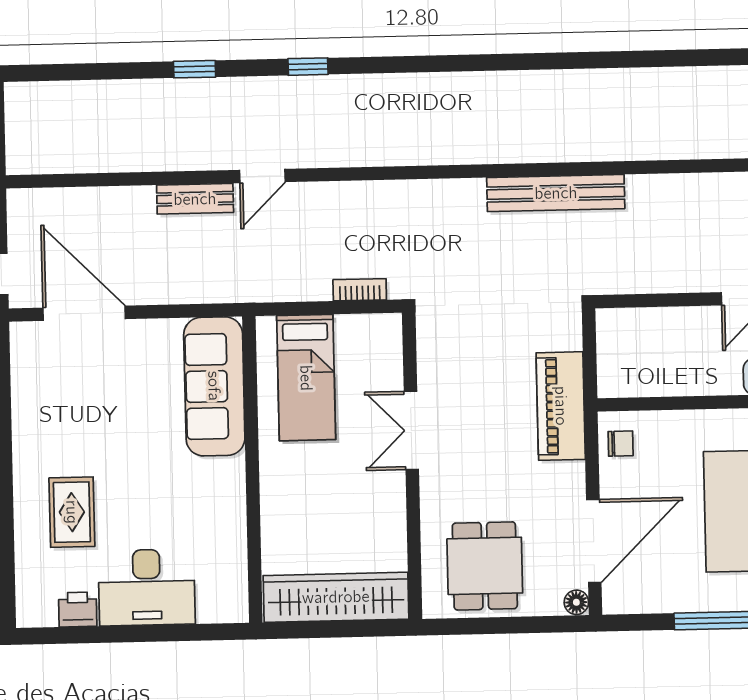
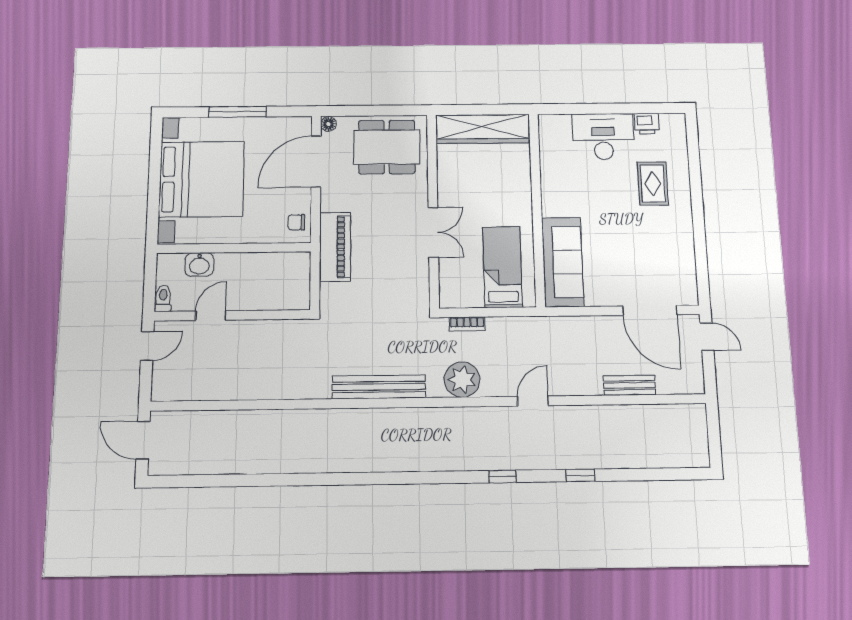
bench: (556, 193) -> (379, 387), moved
bench: (195, 199) -> (630, 385), moved
plant: (367, 207) -> (462, 380), added
dining table: (485, 566) -> (387, 147), width x1.38

